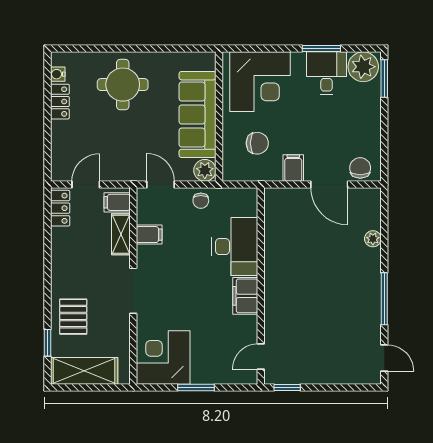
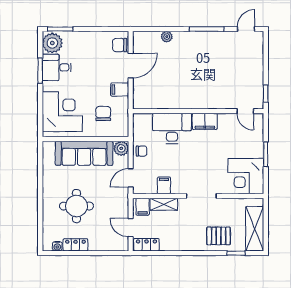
round table: (123, 85) -> (76, 206), moved

